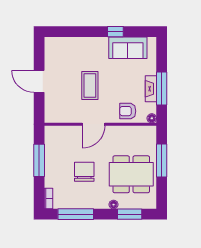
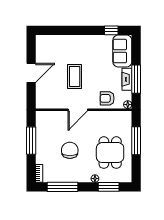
window: (115, 32) -> (111, 30), moved
sofa: (128, 48) -> (122, 51), moved, turned 90
door: (39, 81) -> (31, 73), swing flipped
dining table: (131, 174) -> (110, 153), width x0.73

